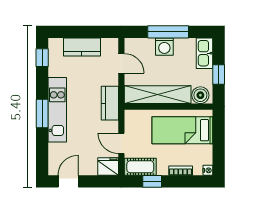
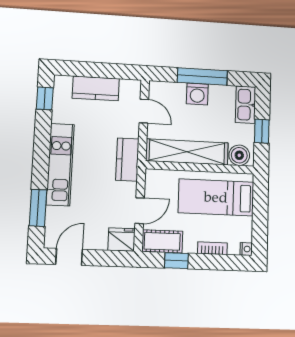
window: (42, 114) -> (38, 208), moved
door: (121, 143) -> (140, 211), swing flipped

